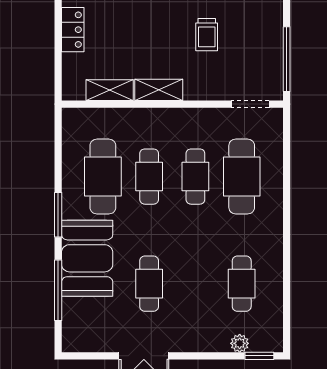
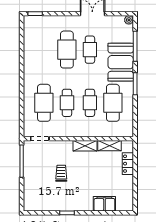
locker: (73, 30) -> (128, 164), moved
cafe table: (242, 284) -> (67, 50), moved, width x1.37, depth x1.35
plant: (240, 343) -> (129, 20), moved

